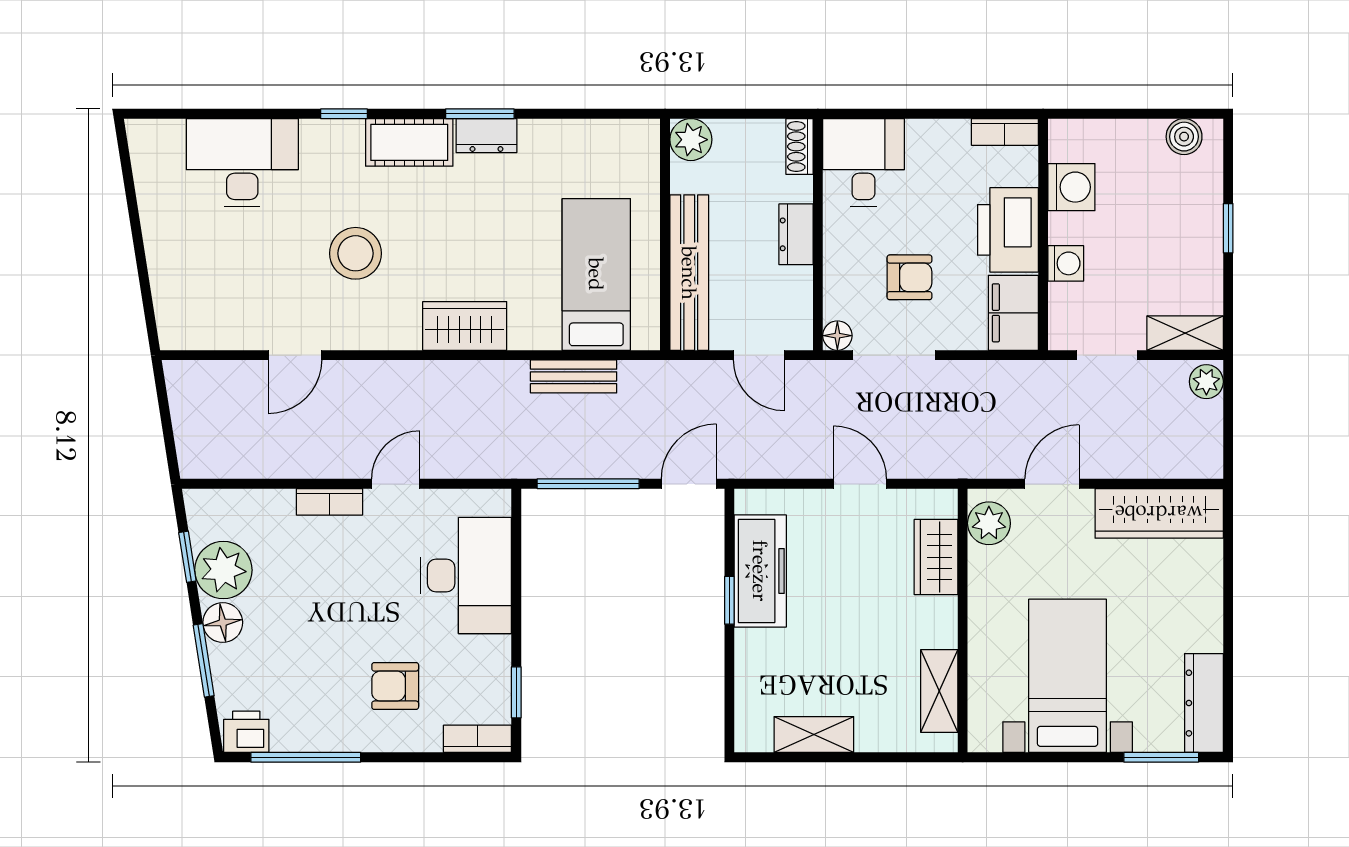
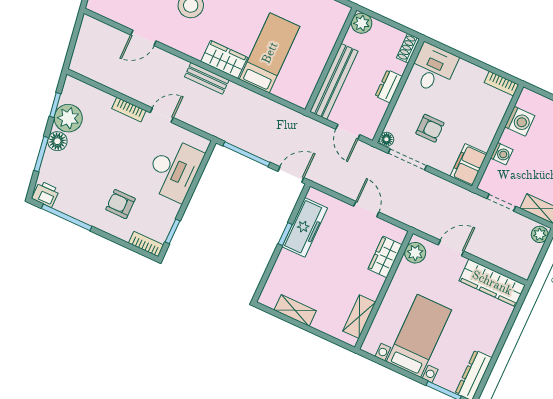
printer: (1008, 230) -> (483, 127), removed
bed: (596, 274) -> (270, 53), moved
bench: (574, 376) -> (207, 78), moved

